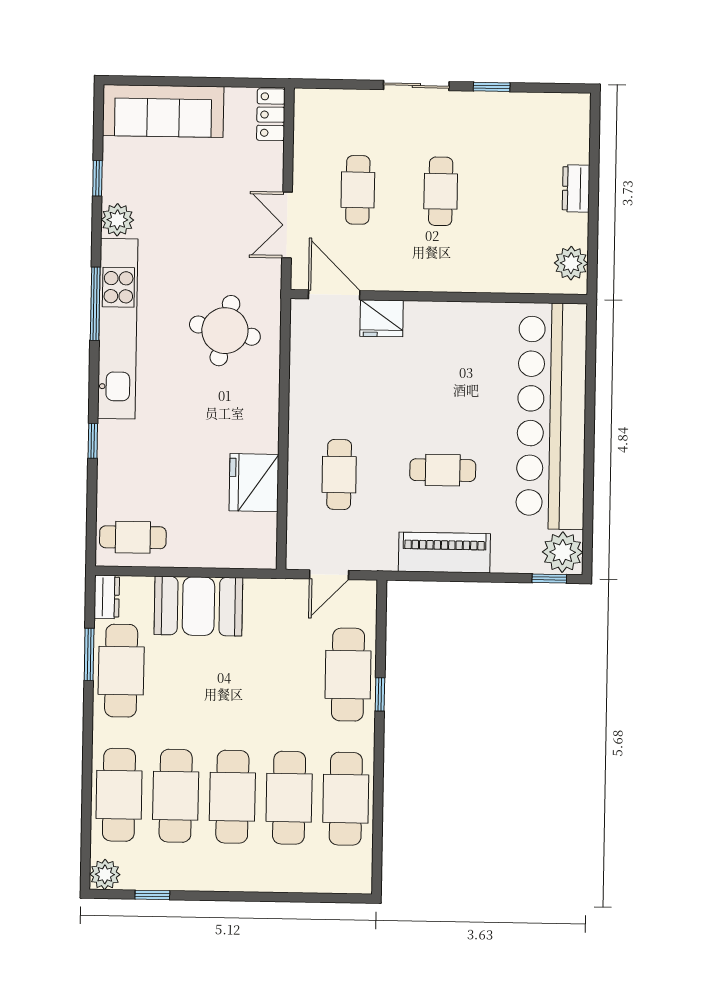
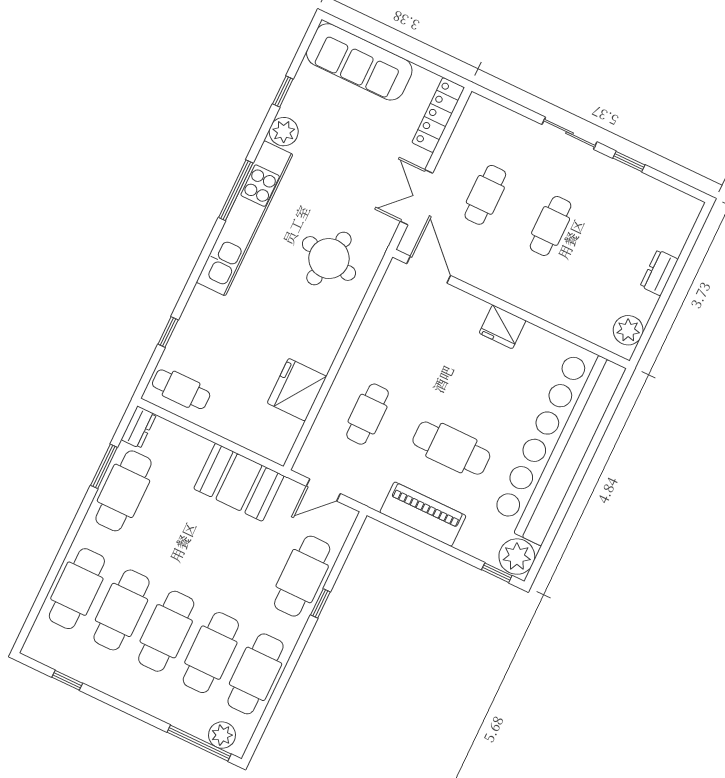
locker: (271, 115) -> (438, 115), width x1.53
fridge: (382, 318) -> (503, 327), moved
window: (93, 441) -> (168, 332), moved
cafe table: (443, 470) -> (451, 448), width x1.37, depth x1.35
booth: (198, 606) -> (239, 482), moved
plant: (105, 874) -> (222, 735), moved
window: (320, 898) -> (199, 743), added

